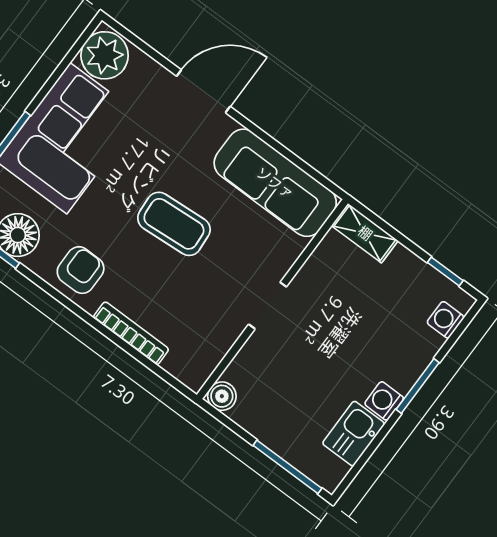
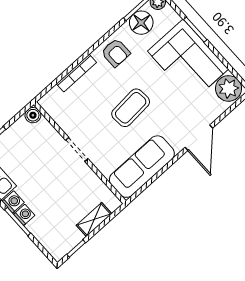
shelving: (365, 233) -> (94, 220), moved
washing machine: (446, 320) -> (24, 215), moved

